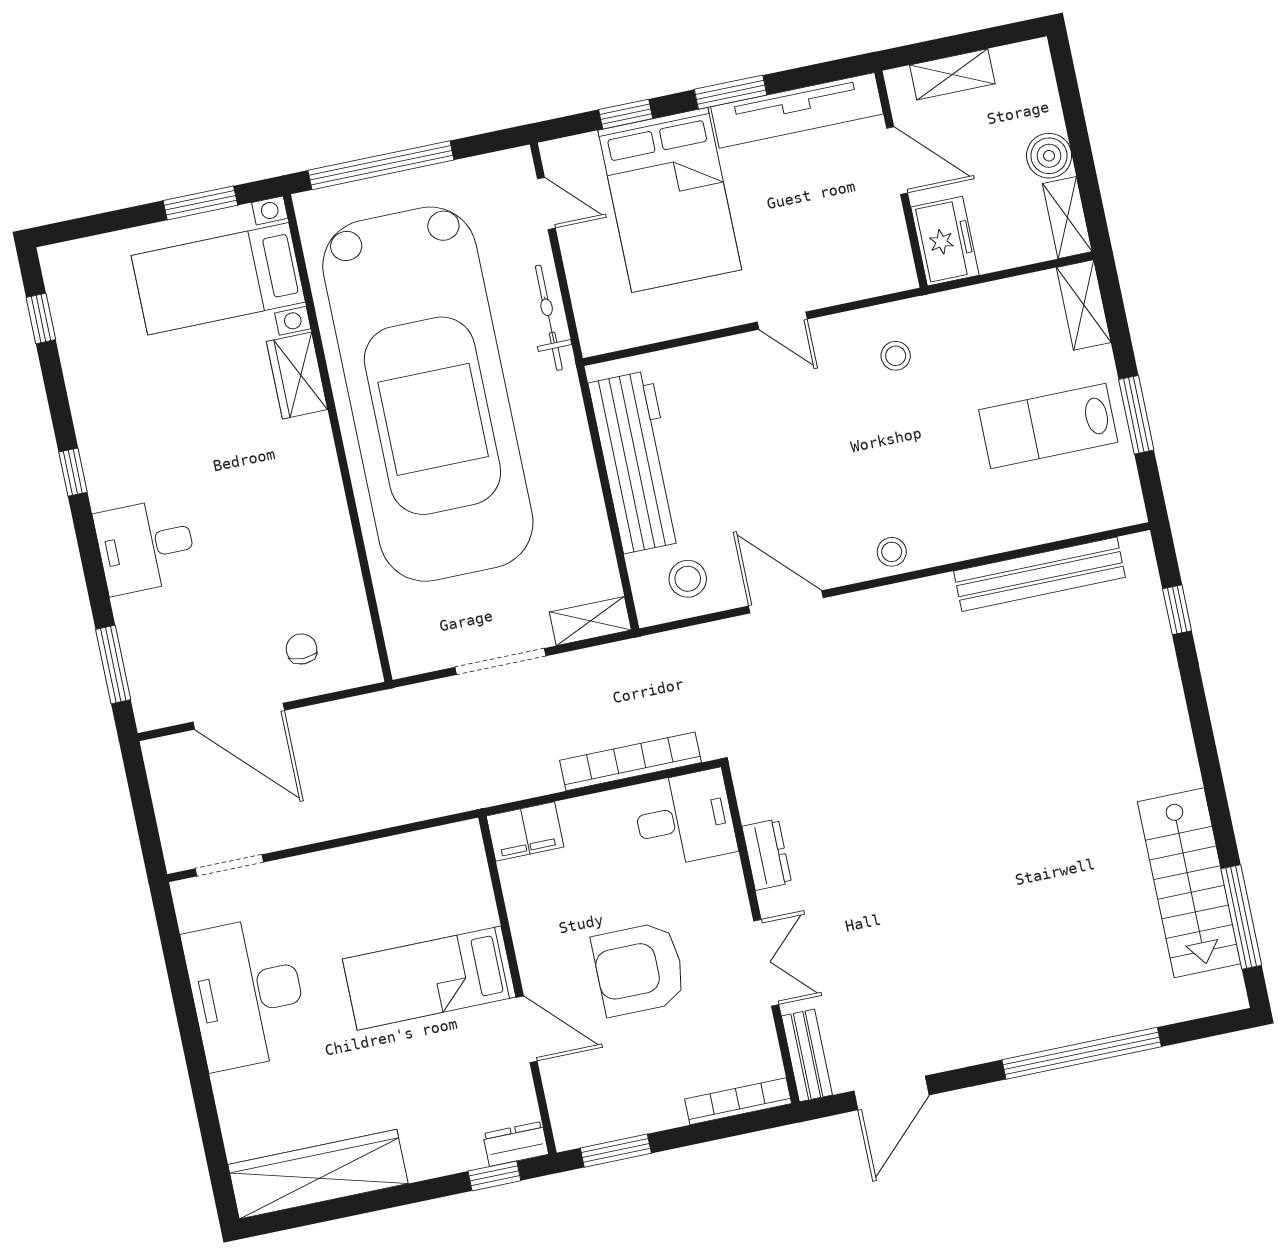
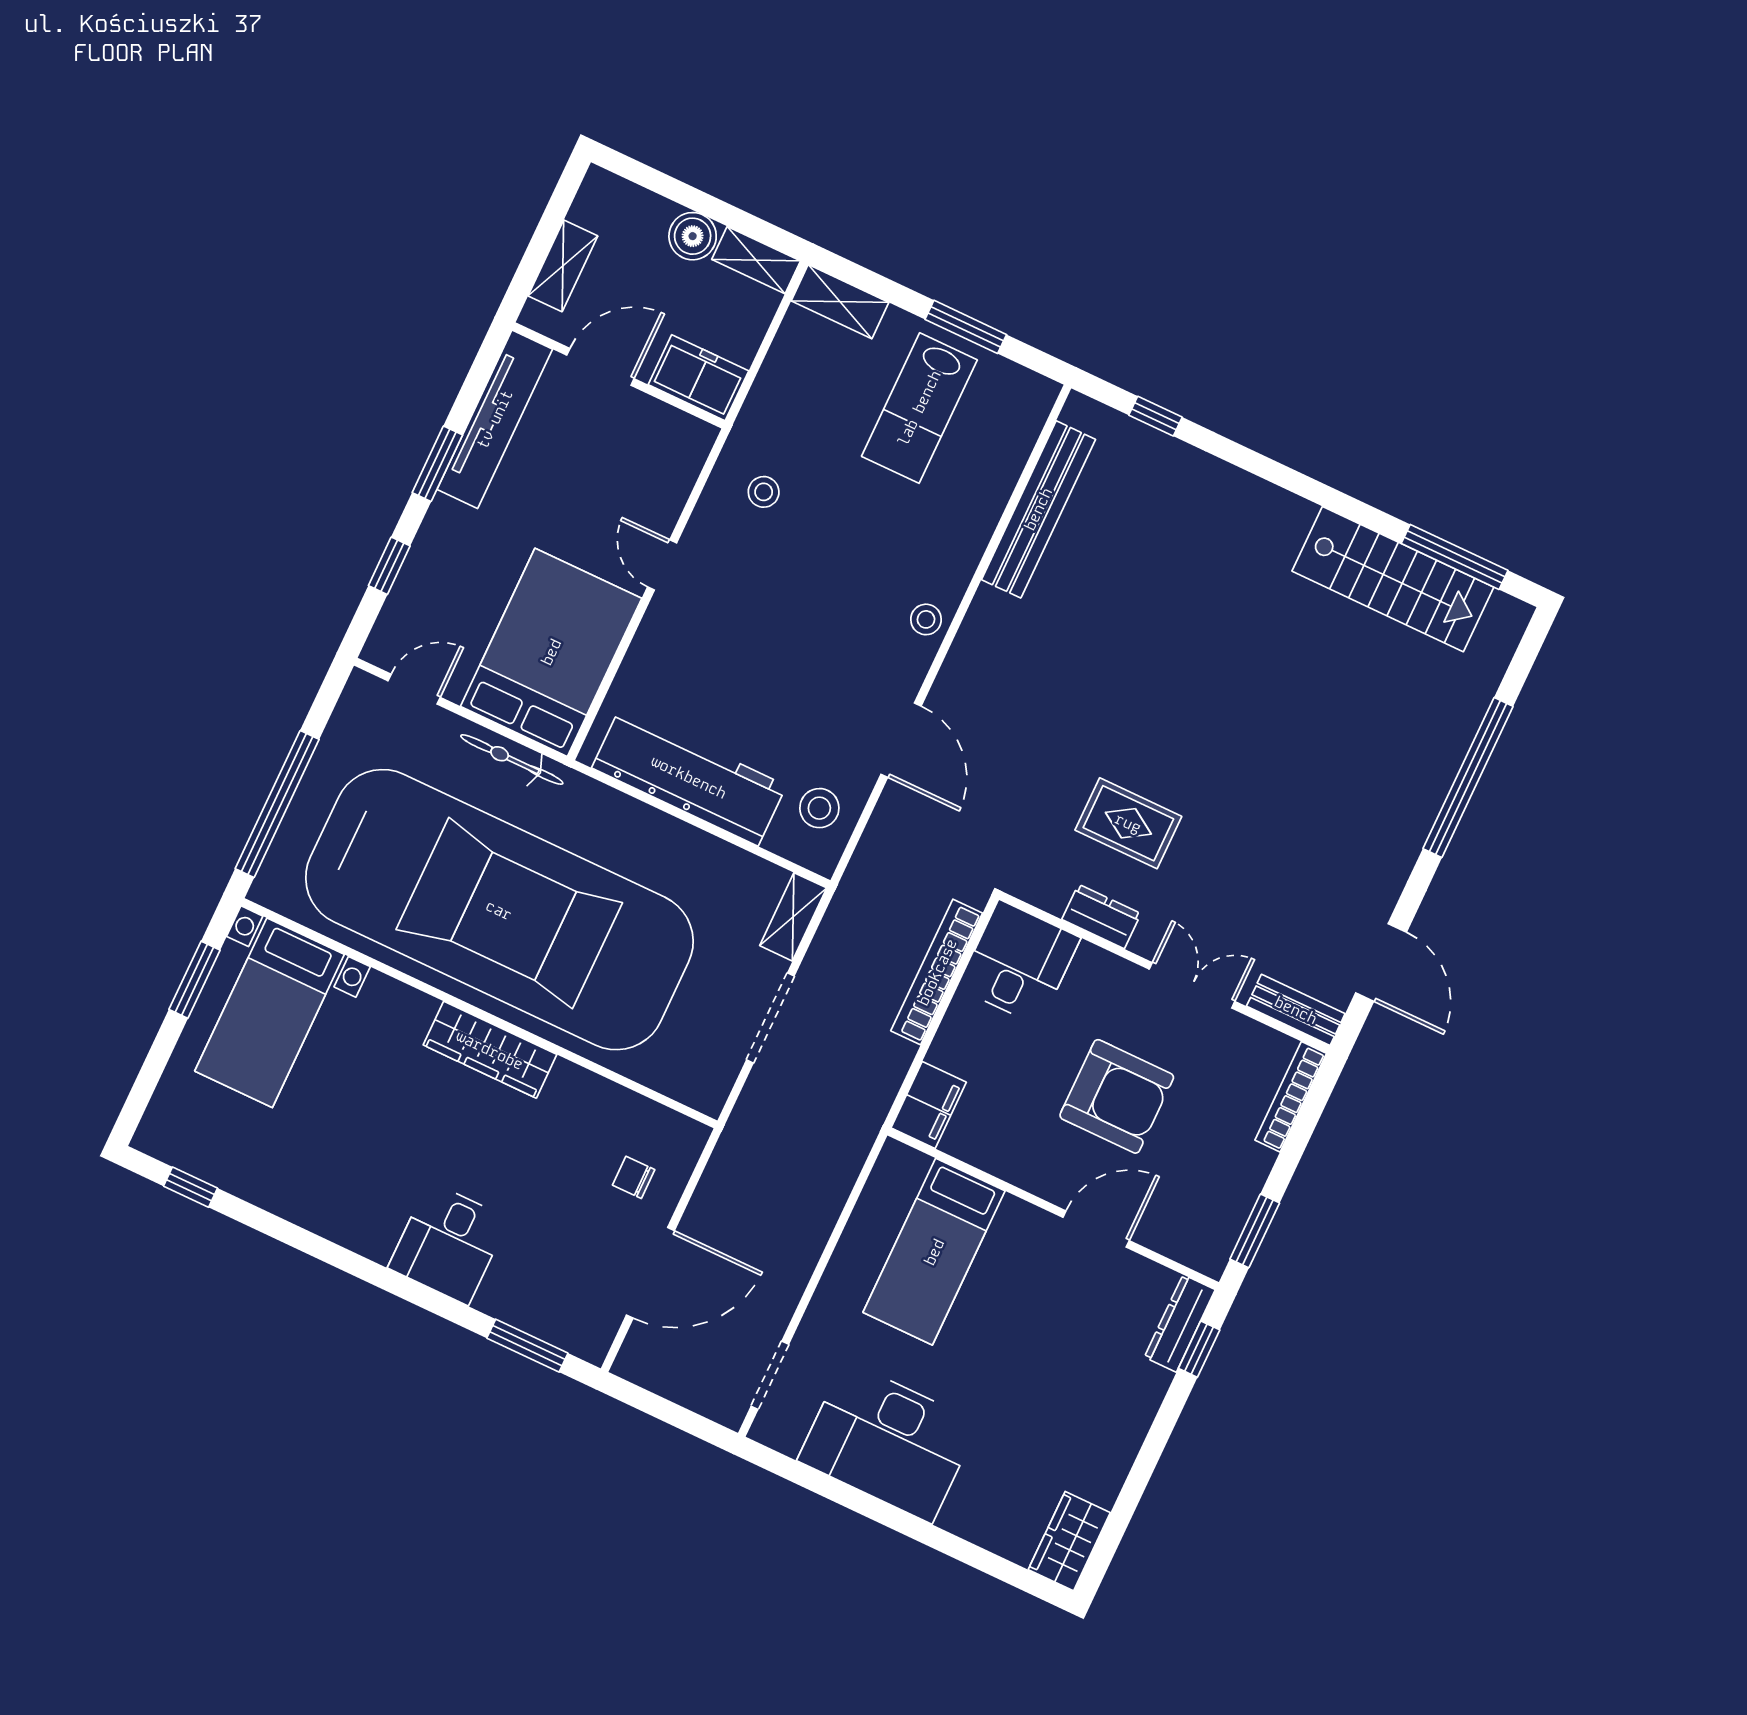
bed: (670, 200) -> (551, 652), moved, turned -90
door: (782, 321) -> (662, 565), swing flipped
wardrobe: (297, 375) -> (490, 1050), moved, width x1.50
window: (73, 472) -> (340, 1258), removed
door: (786, 602) -> (901, 740), swing flipped
rug: (853, 822) -> (1128, 823), added
armchair: (639, 969) -> (1117, 1096), turned -90
bed: (429, 978) -> (934, 1252), moved
dresser: (516, 1144) -> (1180, 1323), width x1.44
wardrobe: (318, 1174) -> (1069, 1541), width x0.48, depth x0.85

